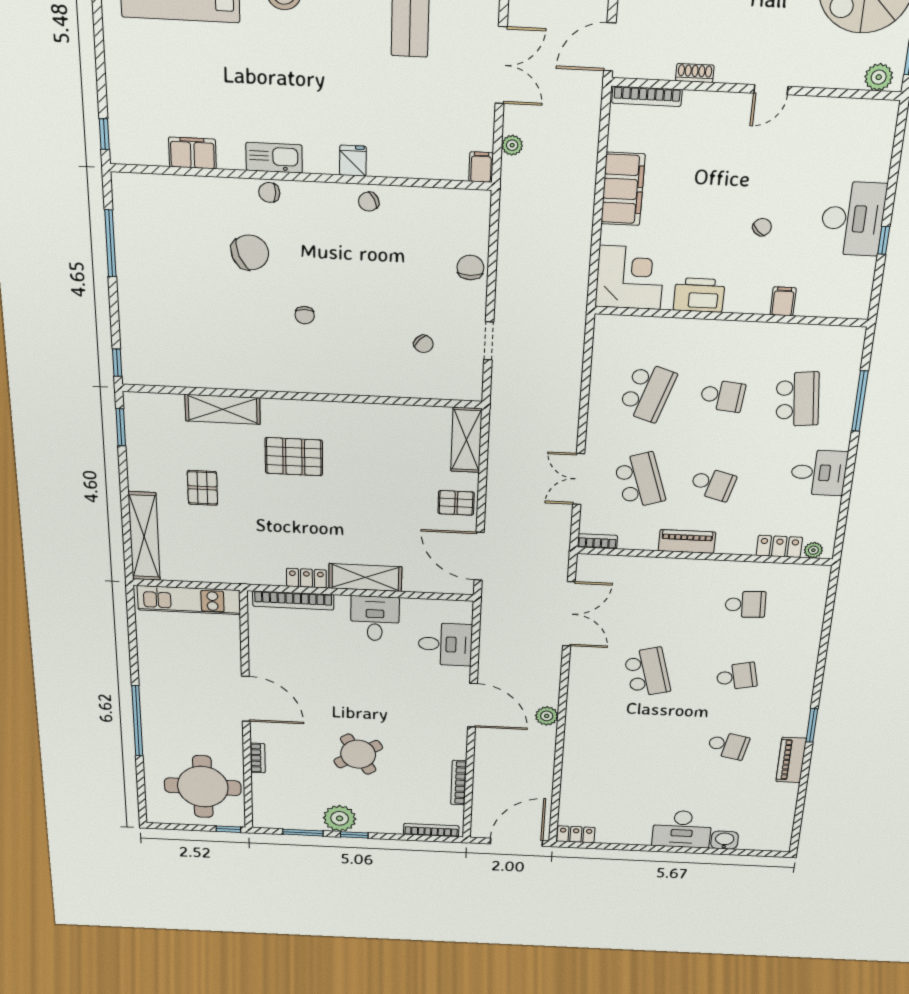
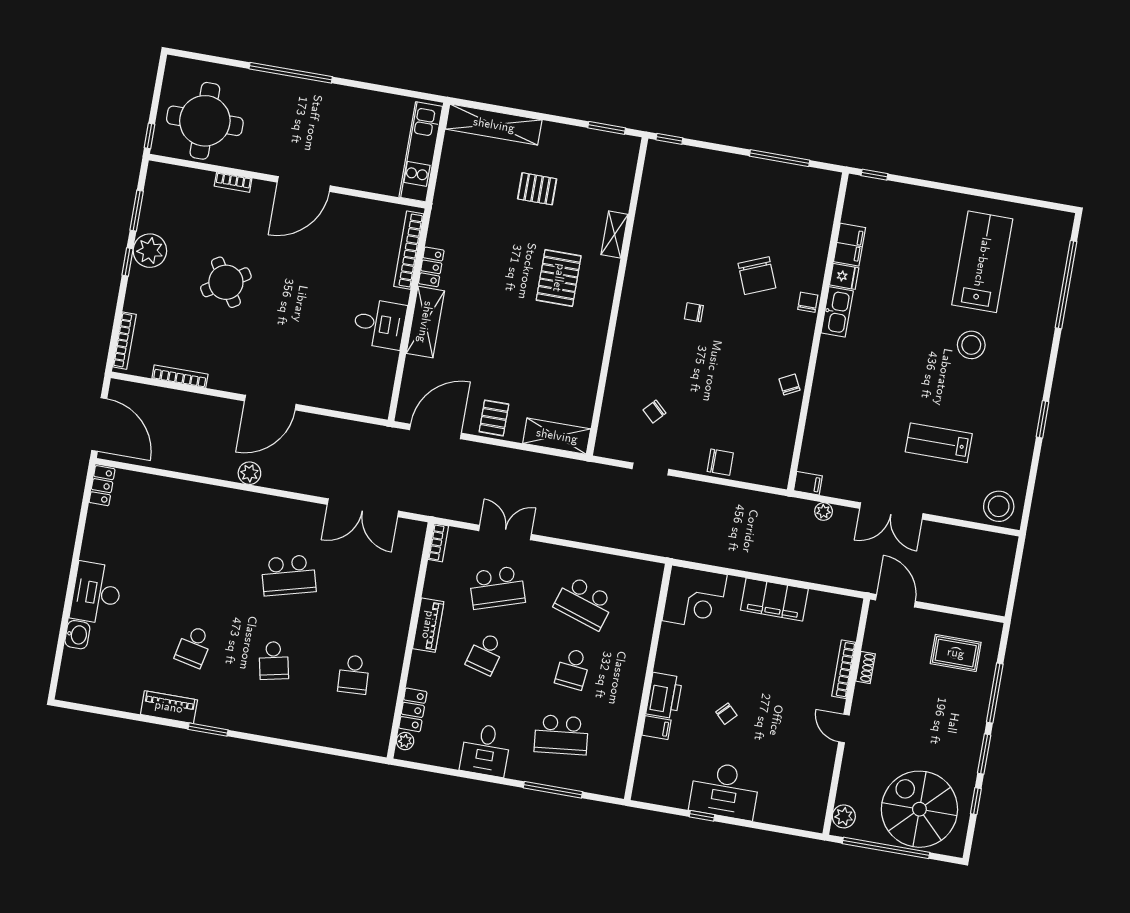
bookcase: (647, 96) -> (844, 669), moved
fridge: (353, 161) -> (844, 276), moved
printer: (699, 295) -> (664, 696), moved
shelving: (223, 409) -> (615, 234), width x0.67, depth x0.75
desk: (445, 644) -> (343, 386), removed

